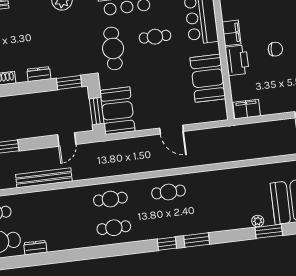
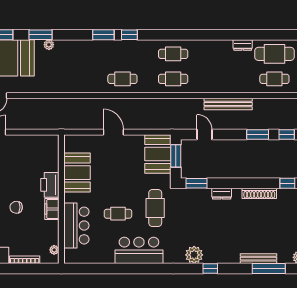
chair: (275, 49) -> (16, 207), moved
filing cabinet: (247, 109) -> (47, 142), removed
door: (67, 139) -> (204, 135), hinge flipped

